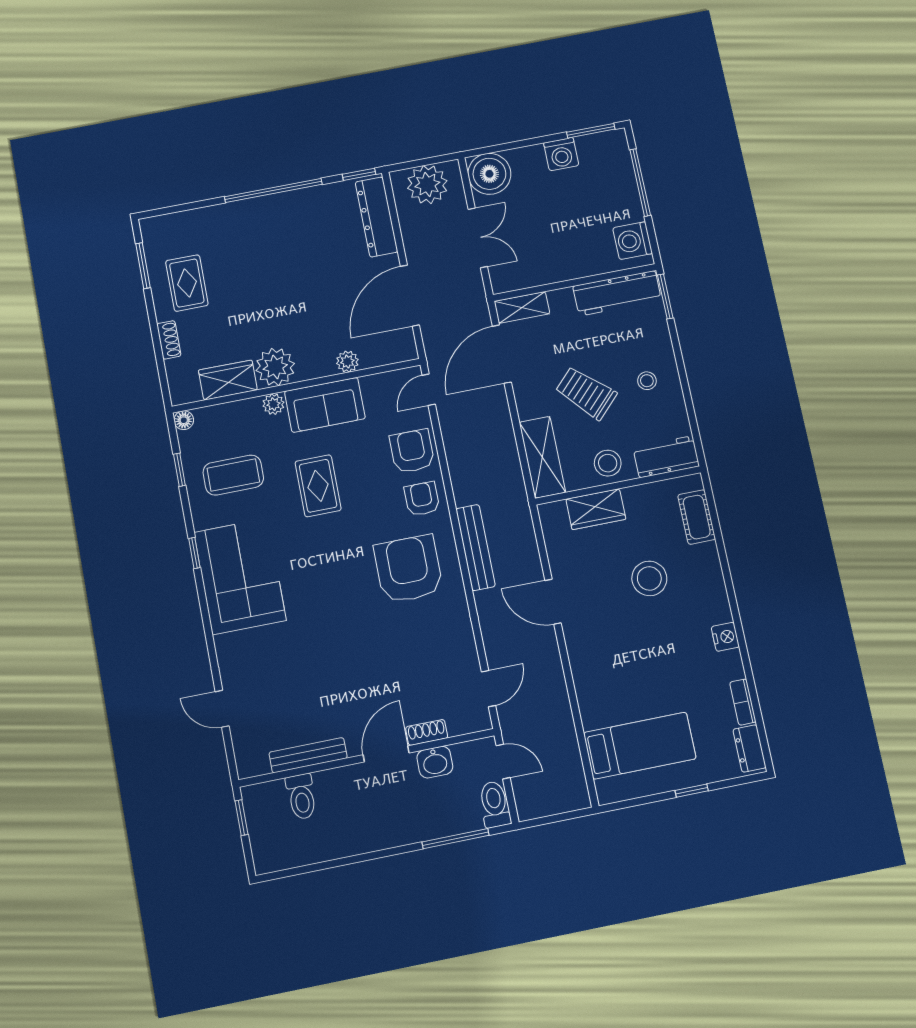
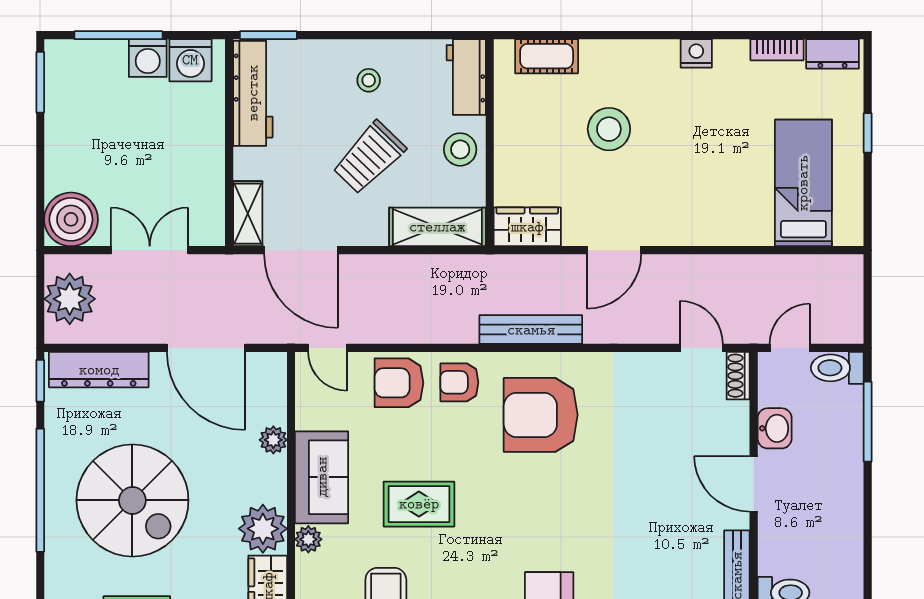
washing machine: (561, 154) -> (148, 58), moved, turned 90
spiral stairs: (279, 262) -> (132, 500), added
wardrobe: (596, 509) -> (527, 227), moved, turned -90
shoe rack: (427, 732) -> (738, 376), moved

